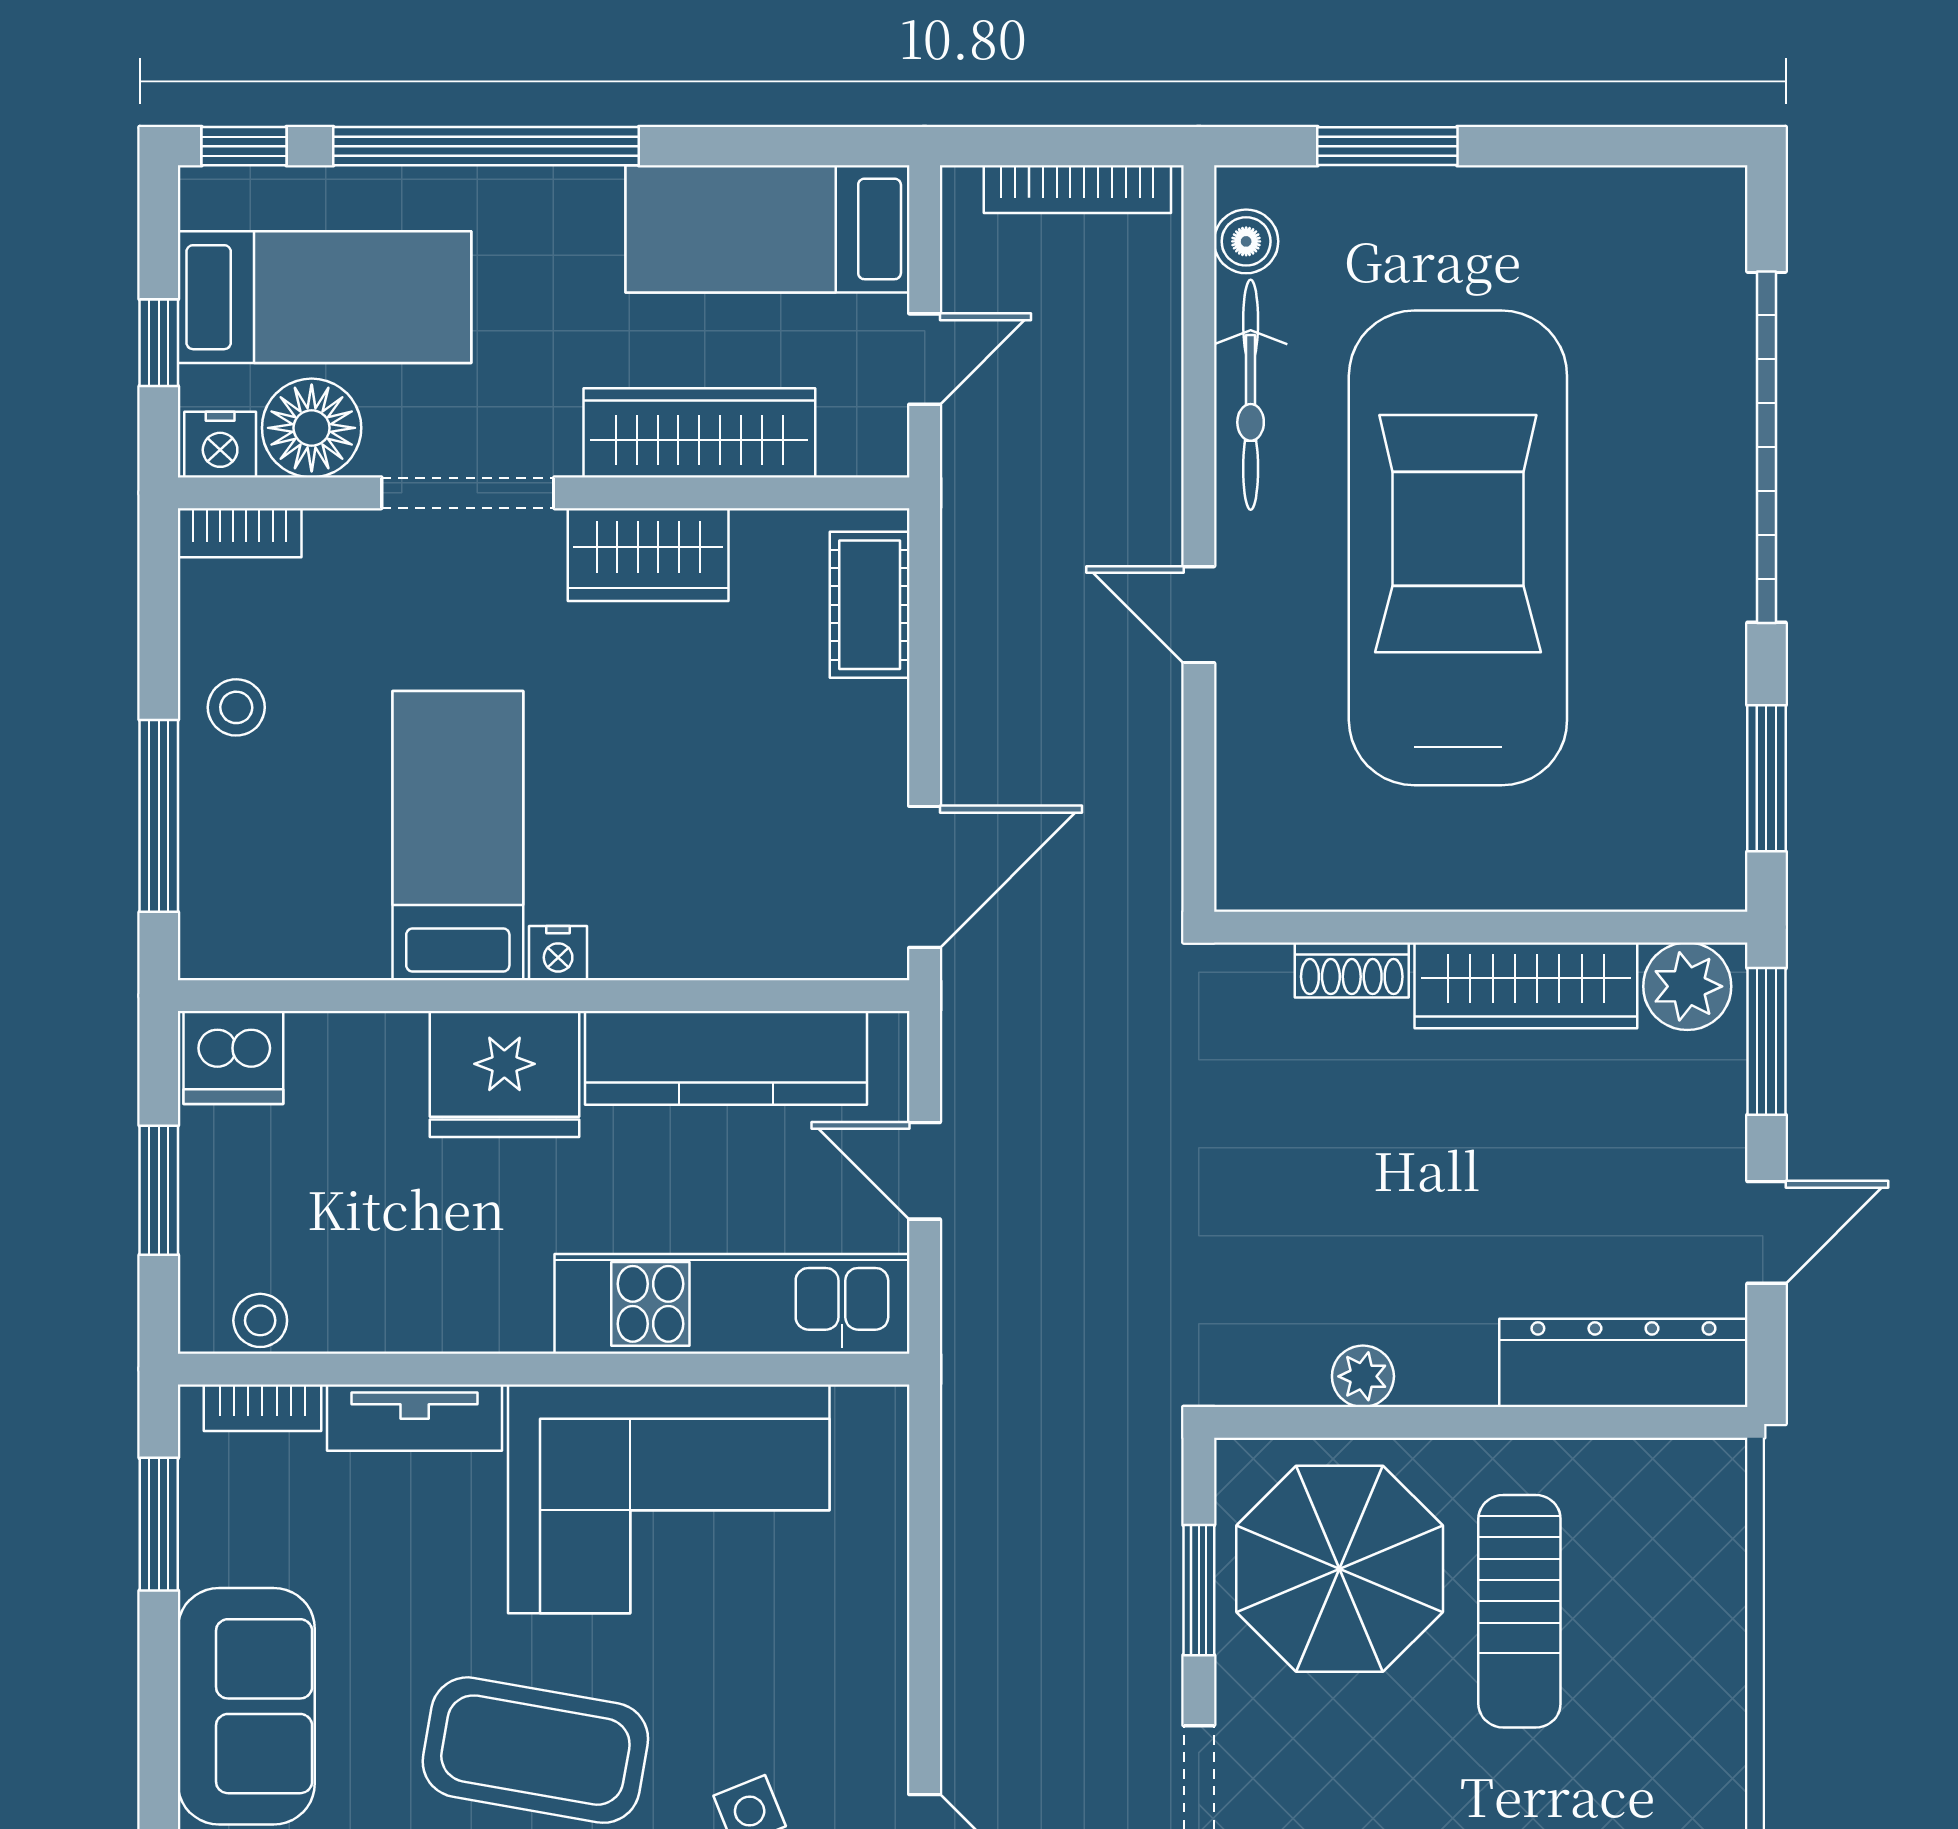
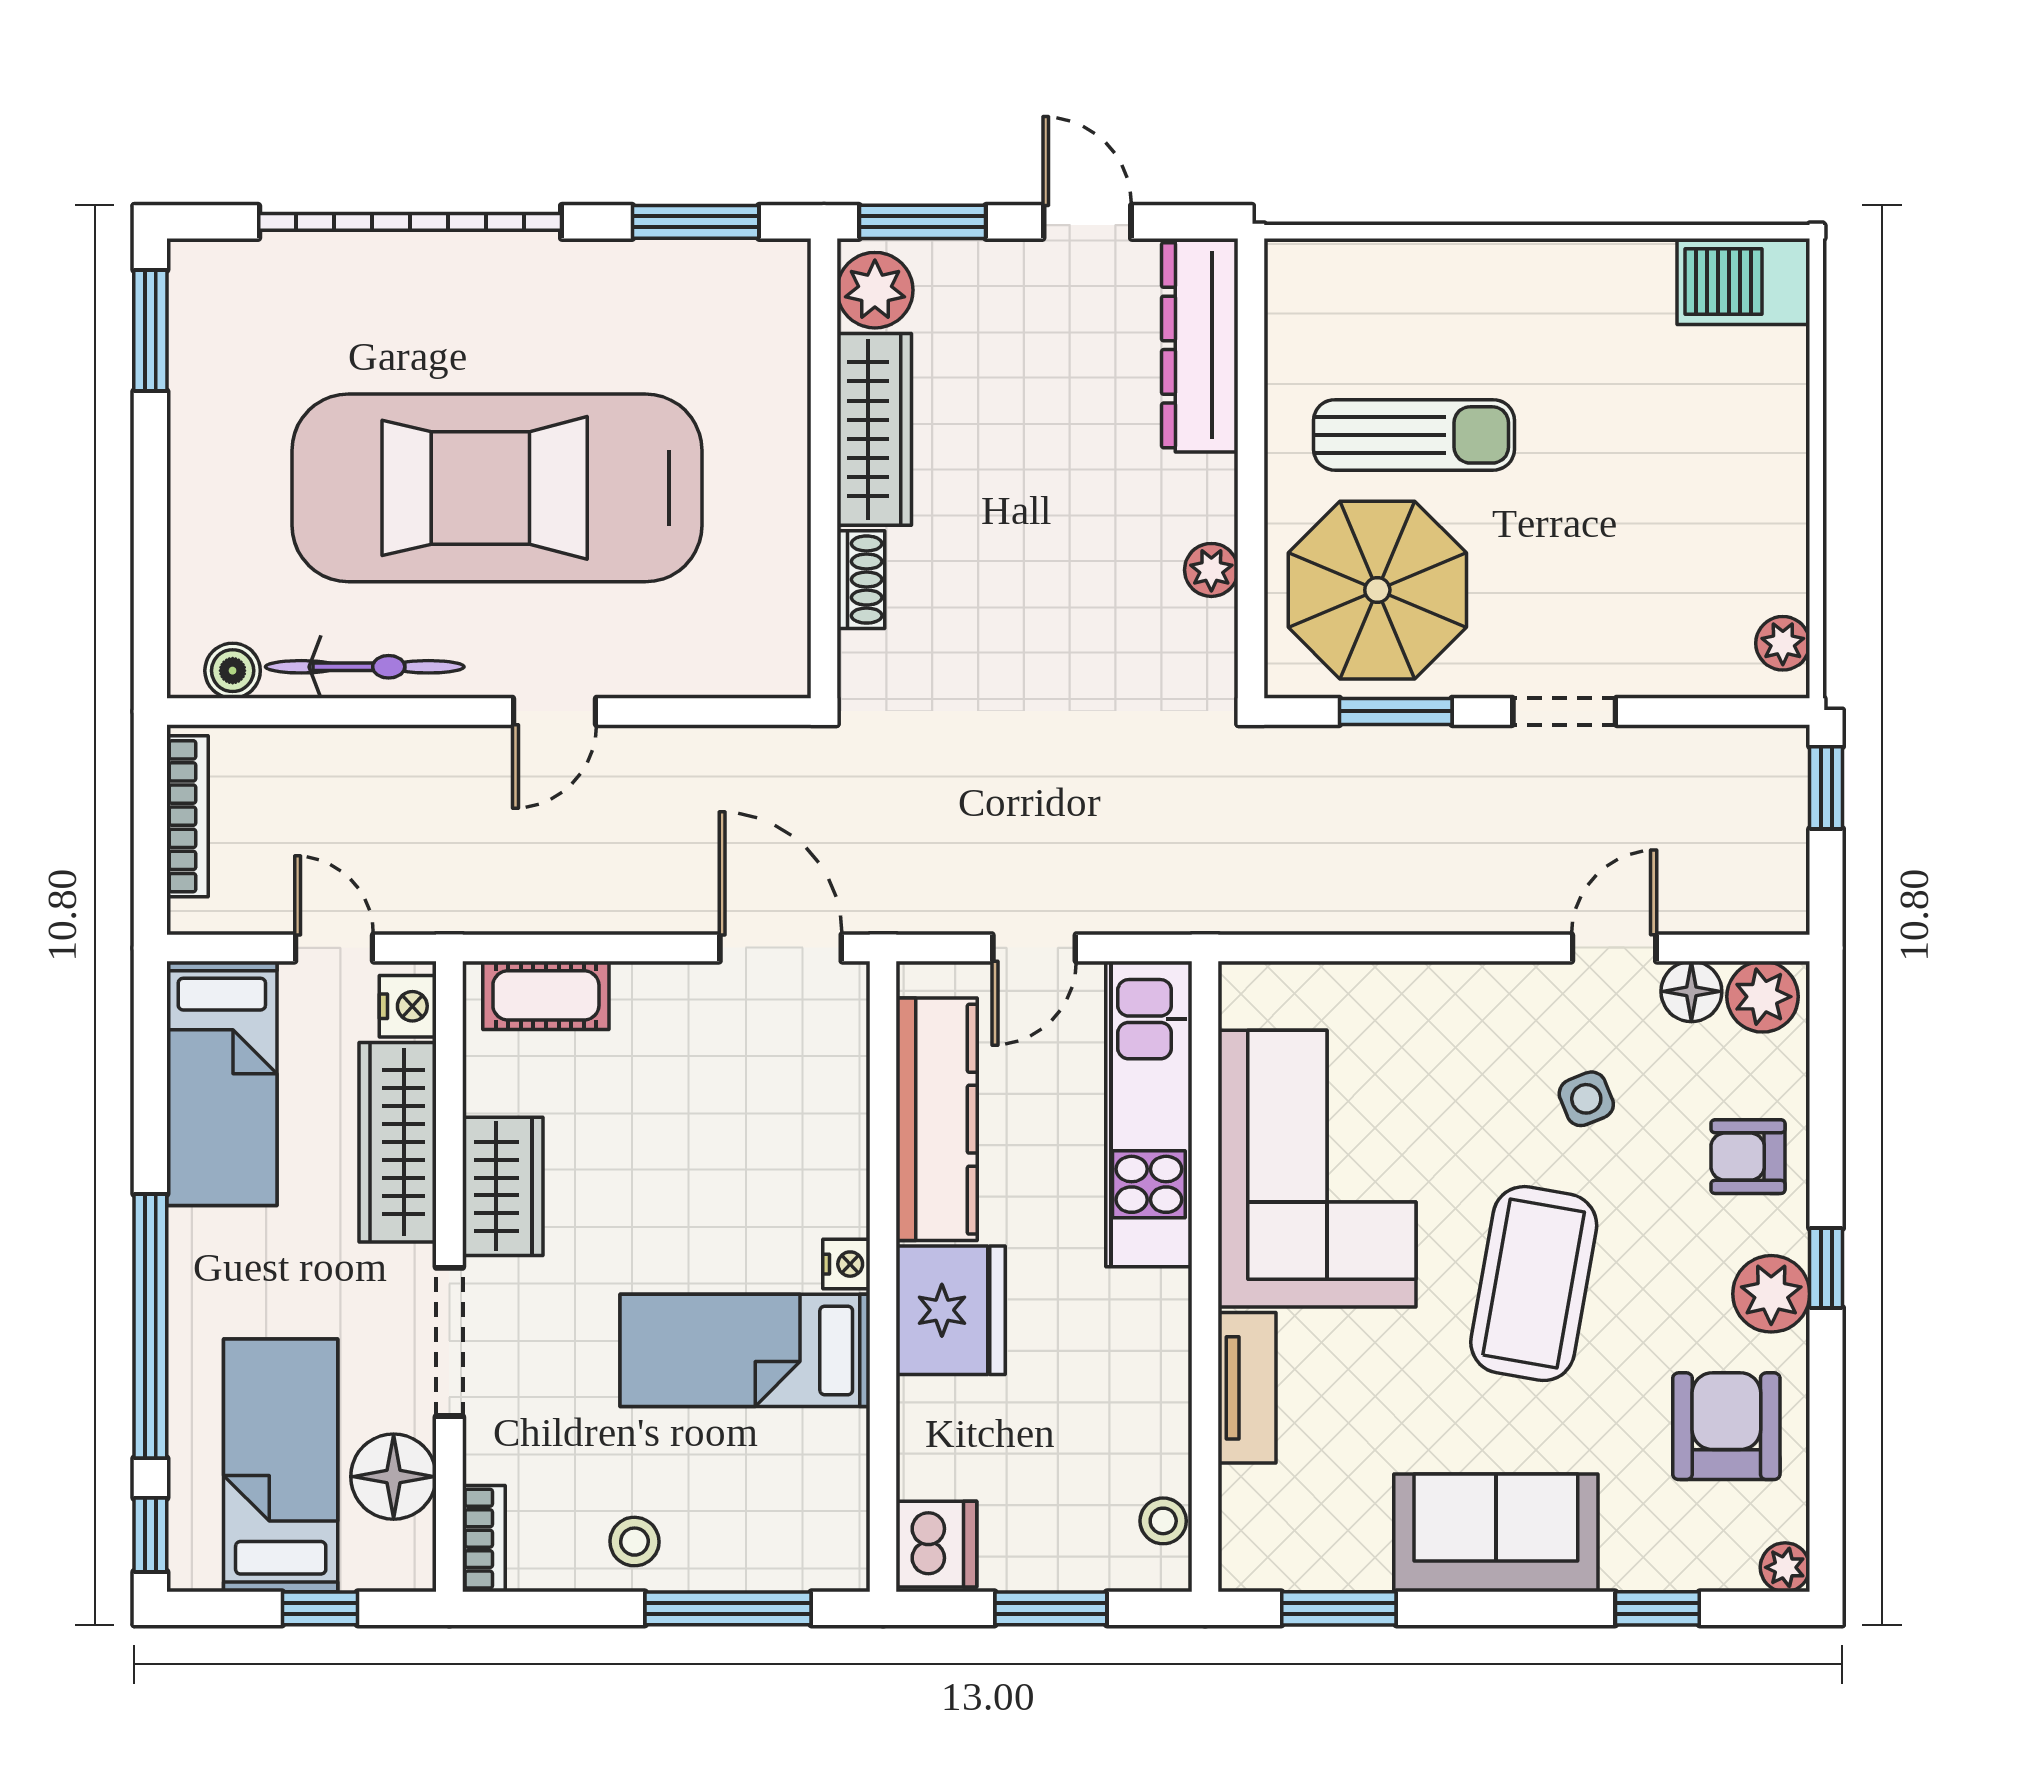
window: (1387, 146) -> (150, 331), moved
nightstand: (220, 445) -> (408, 1006), moved
bookcase: (262, 1408) -> (1238, 1519), removed

